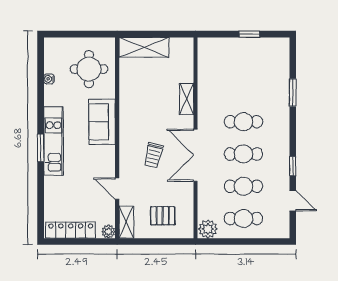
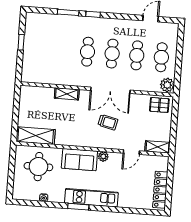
shelving: (144, 47) -> (36, 136), moved, turned 90
window: (41, 148) -> (78, 207), moved
window: (293, 166) -> (93, 14), moved
pallet: (163, 216) -> (159, 105), moved, turned 90
plant: (108, 232) -> (103, 156), moved

